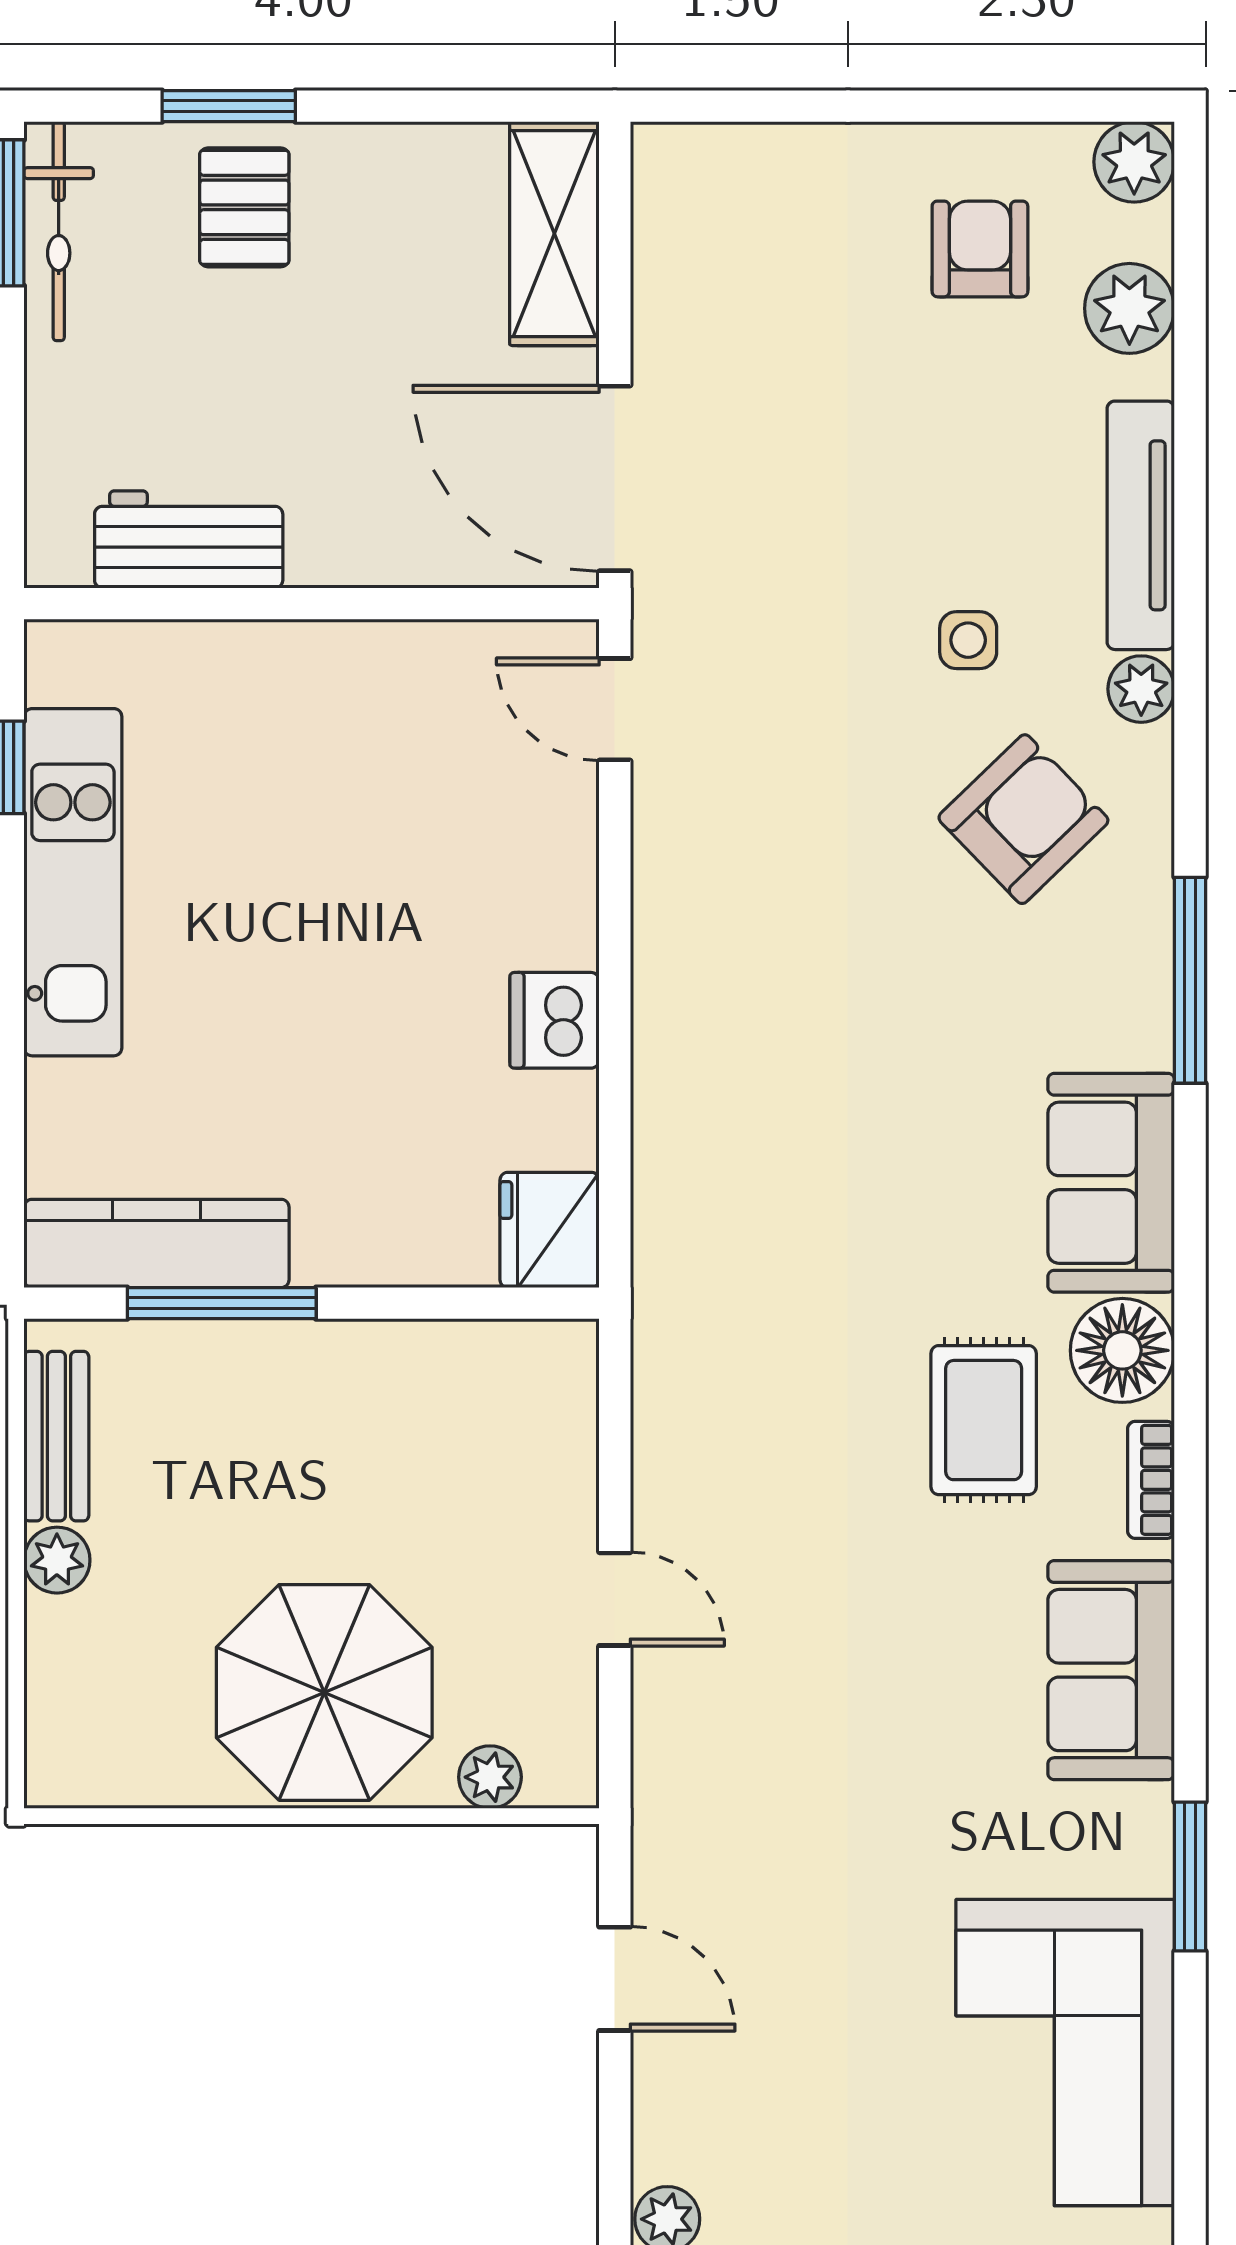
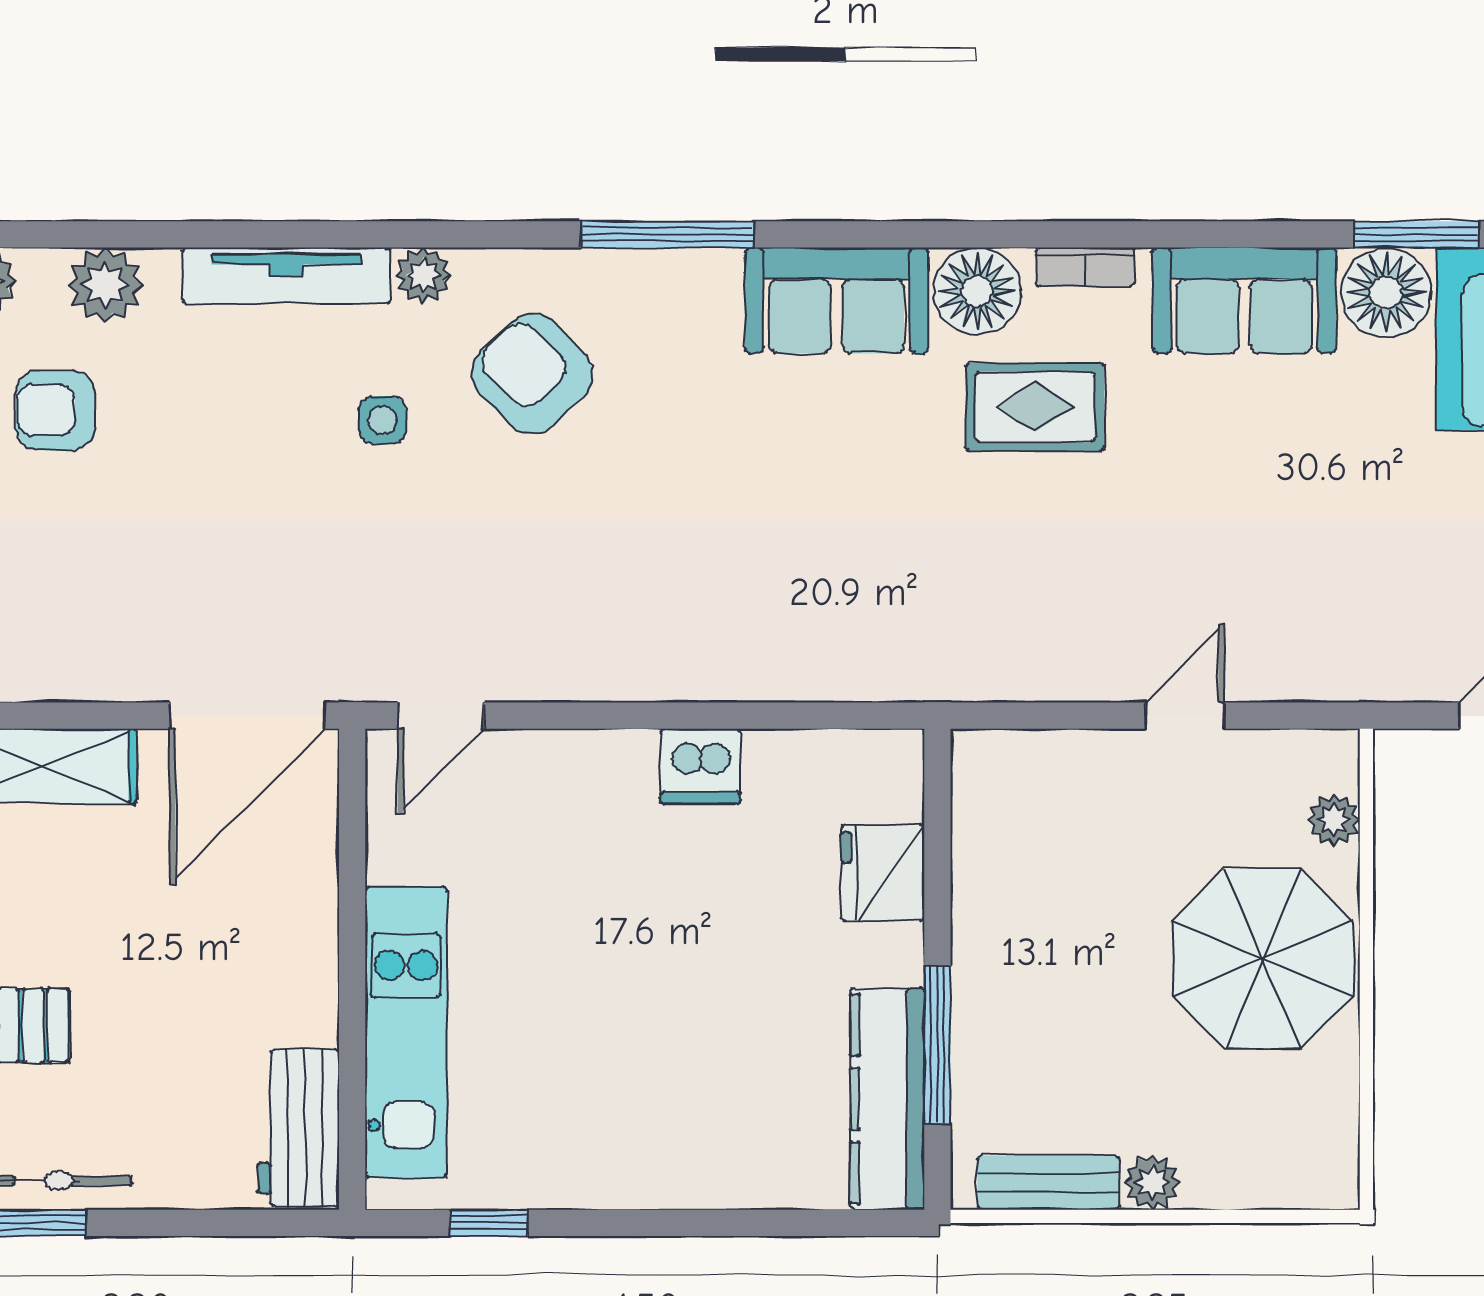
workbench: (189, 539) -> (298, 1128), moved
kitchen unit: (73, 882) -> (406, 1032), moved, turned 90
fridge: (550, 1230) -> (883, 873), moved, turned 90
floor lamp: (1121, 1840) -> (1386, 292), added

